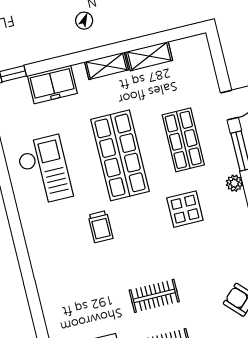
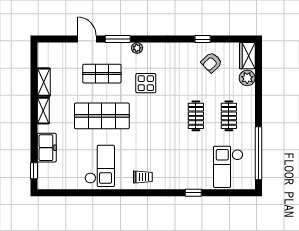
checkout: (44, 170) -> (100, 166), turned 90
trolley: (100, 227) -> (143, 177), moved
window: (39, 320) -> (193, 193), added

